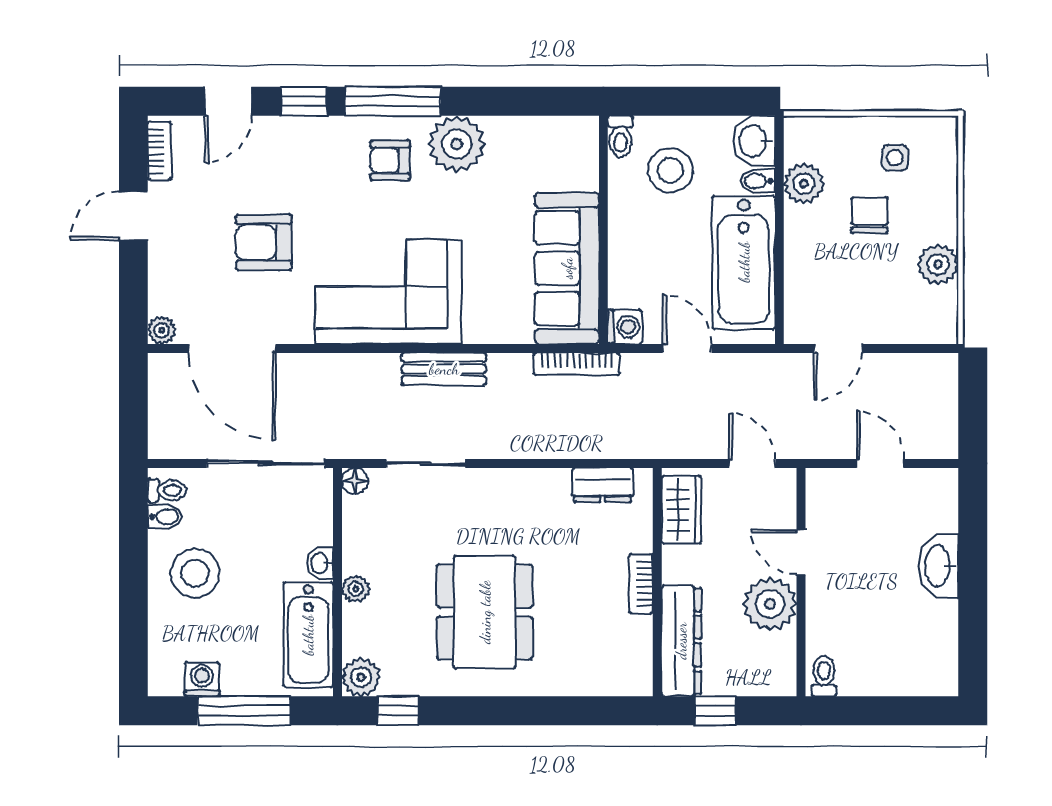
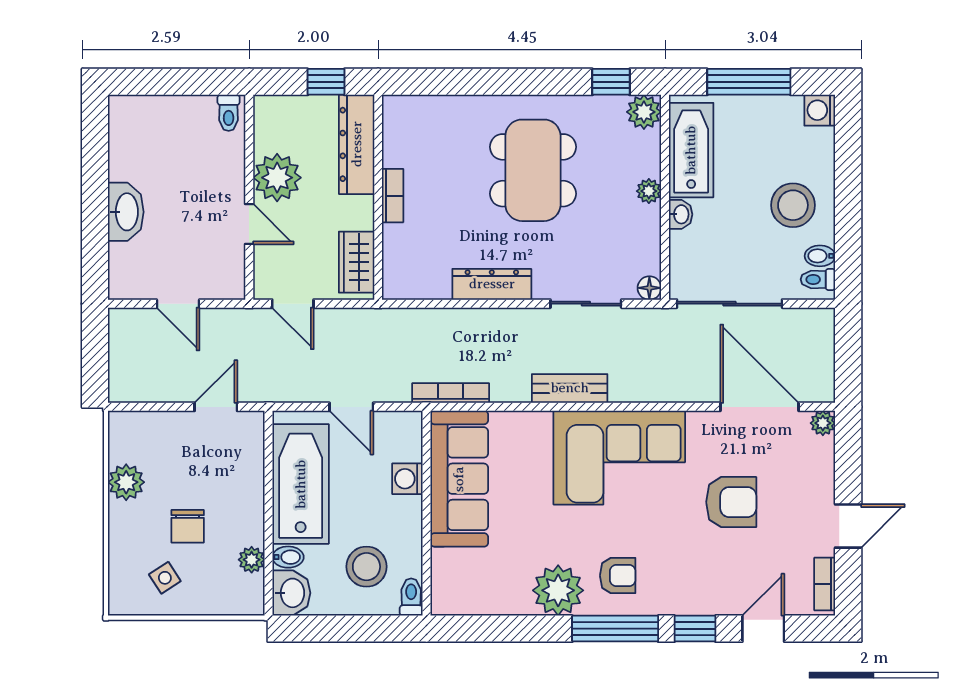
side table: (895, 158) -> (165, 578), turned -33
plant: (804, 184) -> (252, 560), width x0.73, depth x0.73
washing machine: (625, 327) -> (407, 479), moved
dresser: (603, 485) -> (492, 284), moved, width x1.44
washing machine: (202, 679) -> (820, 110), moved, turned 90

